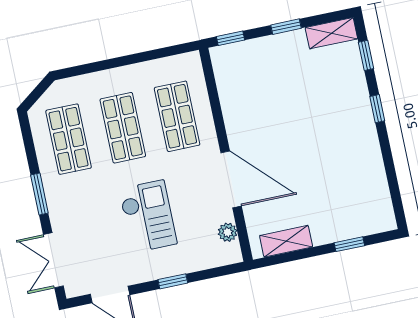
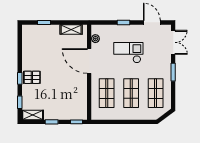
pallet: (351, 117) -> (32, 77), added
checkout: (148, 216) -> (128, 53), turned 90

